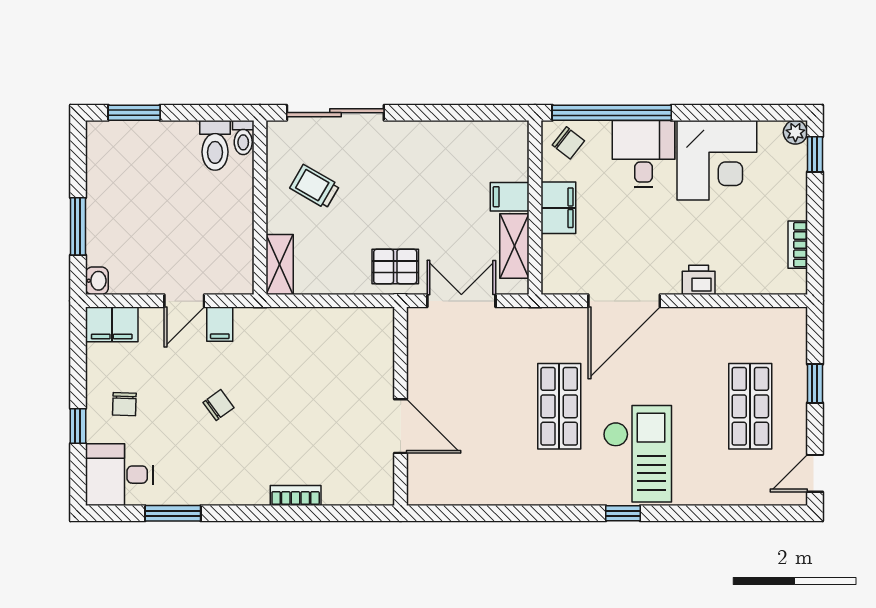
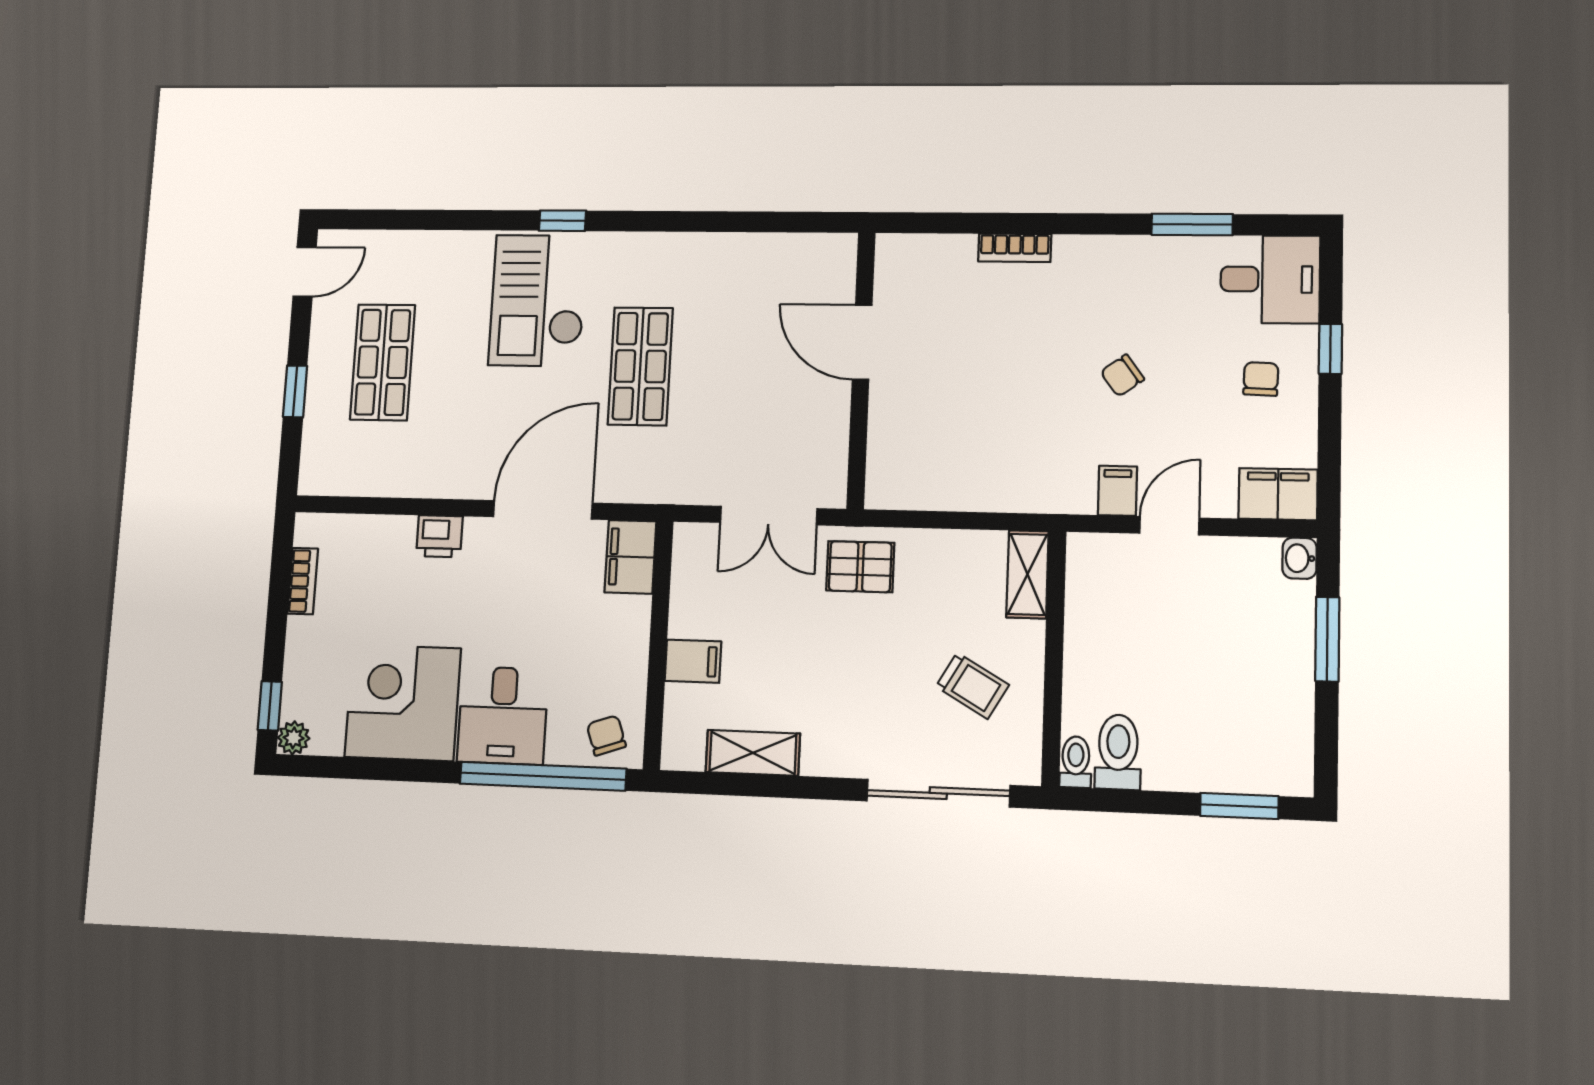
chair: (568, 143) -> (606, 735), turned 33
filing cabinet: (558, 208) -> (630, 557), moved
shelving: (514, 246) -> (753, 753), moved, turned 90

